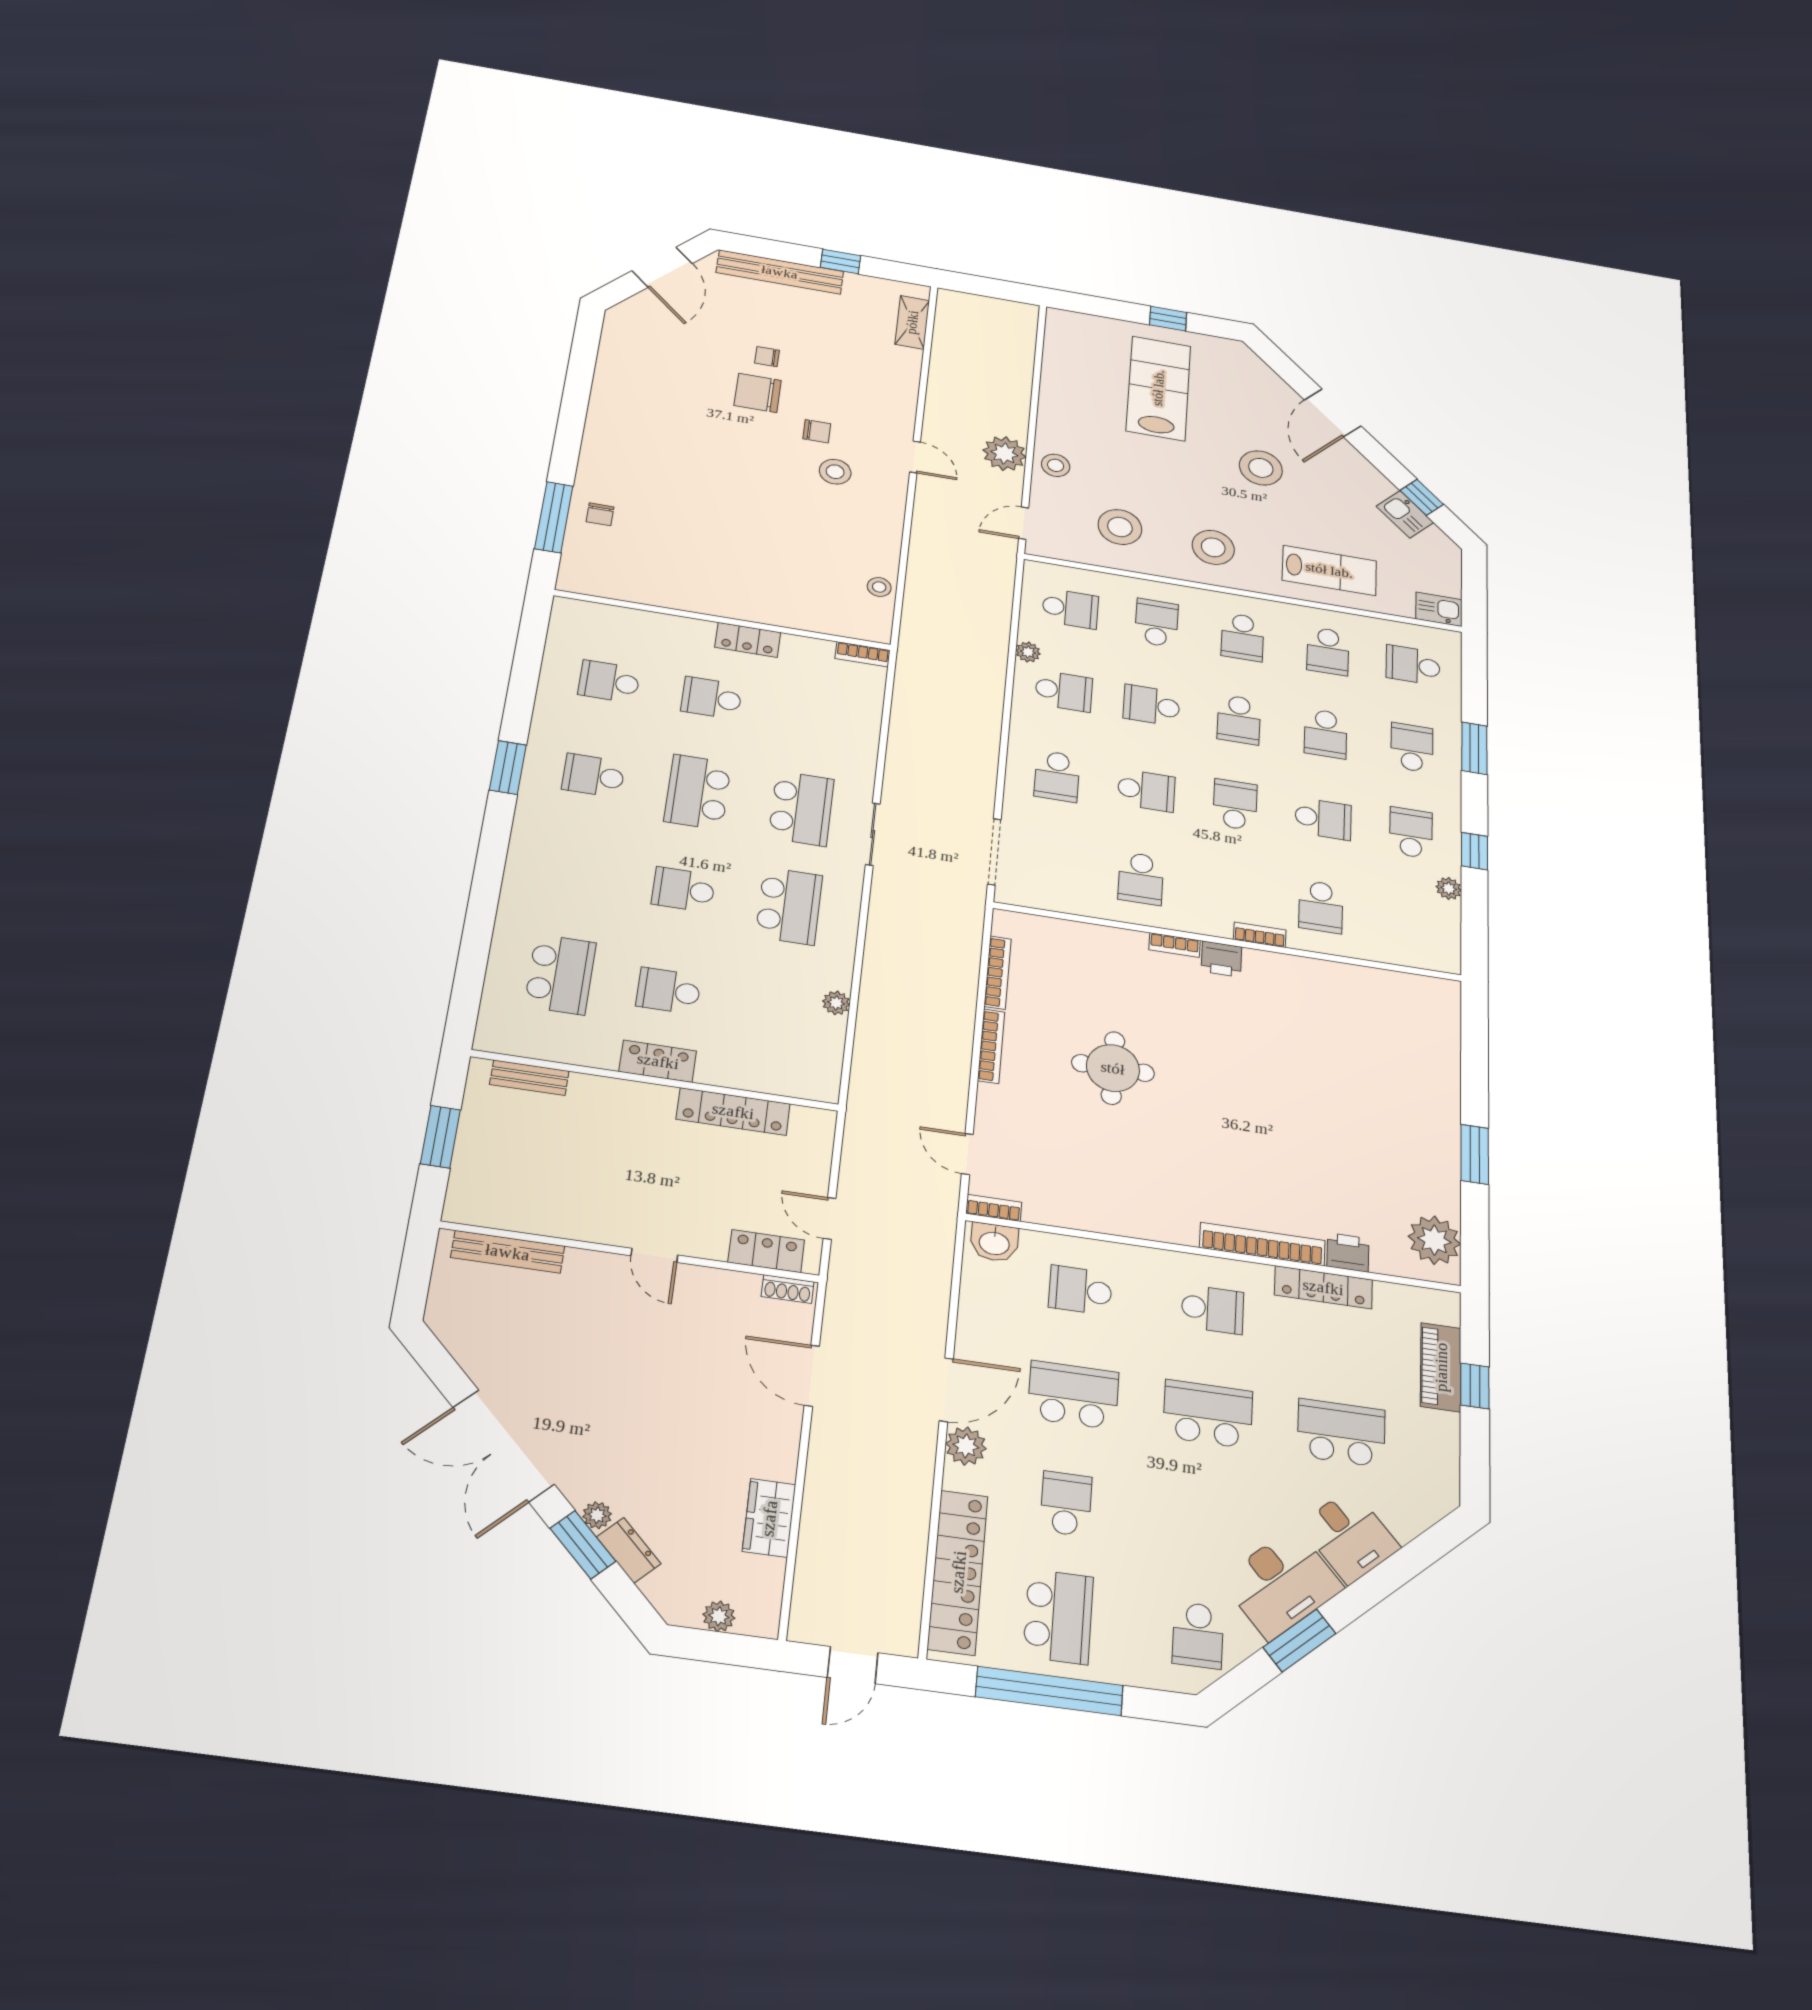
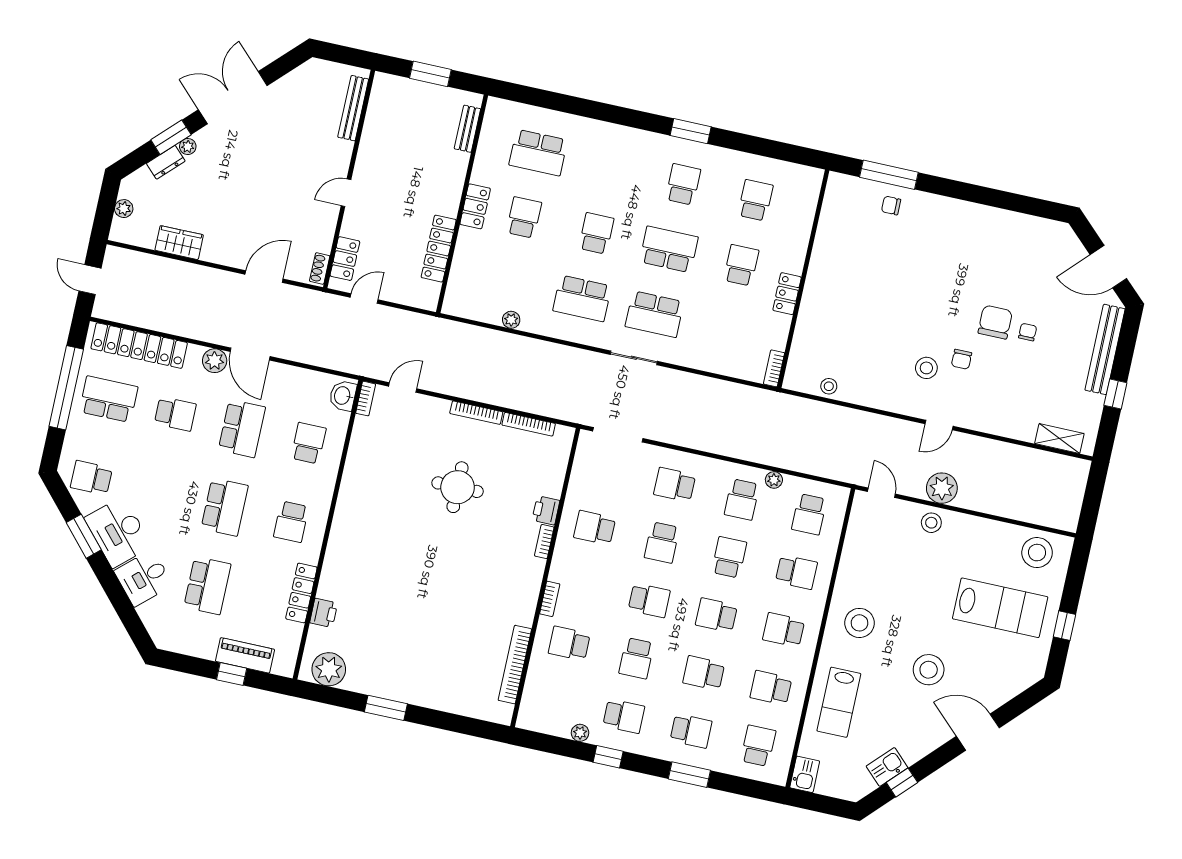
stool: (1120, 527) -> (1037, 553), moved
printer: (1222, 959) -> (546, 510), moved
bookcase: (1262, 1244) -> (515, 665), moved, turned 180
school desk: (1058, 1617) -> (109, 399), turned 180

